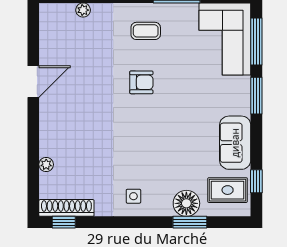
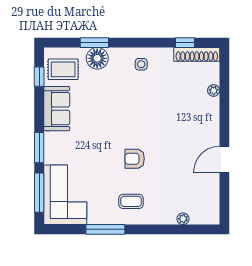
window: (64, 222) -> (185, 43), moved

